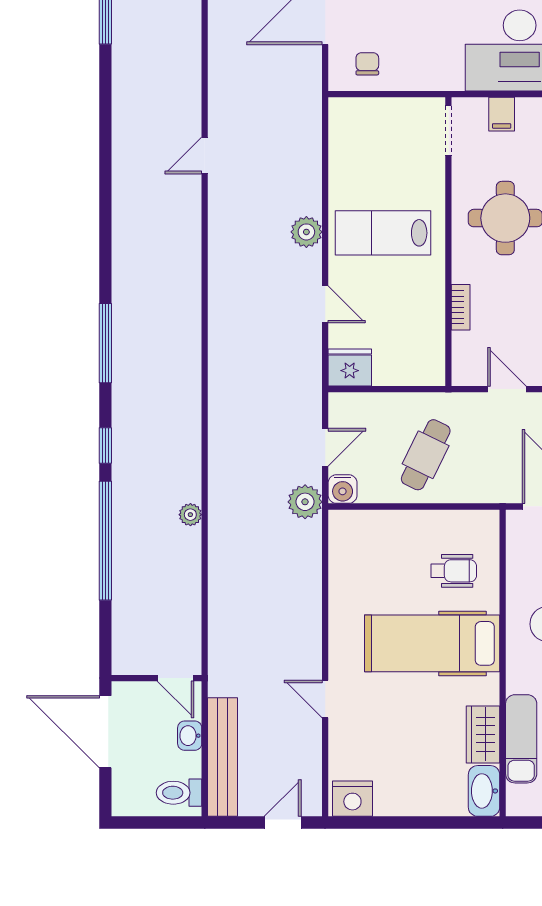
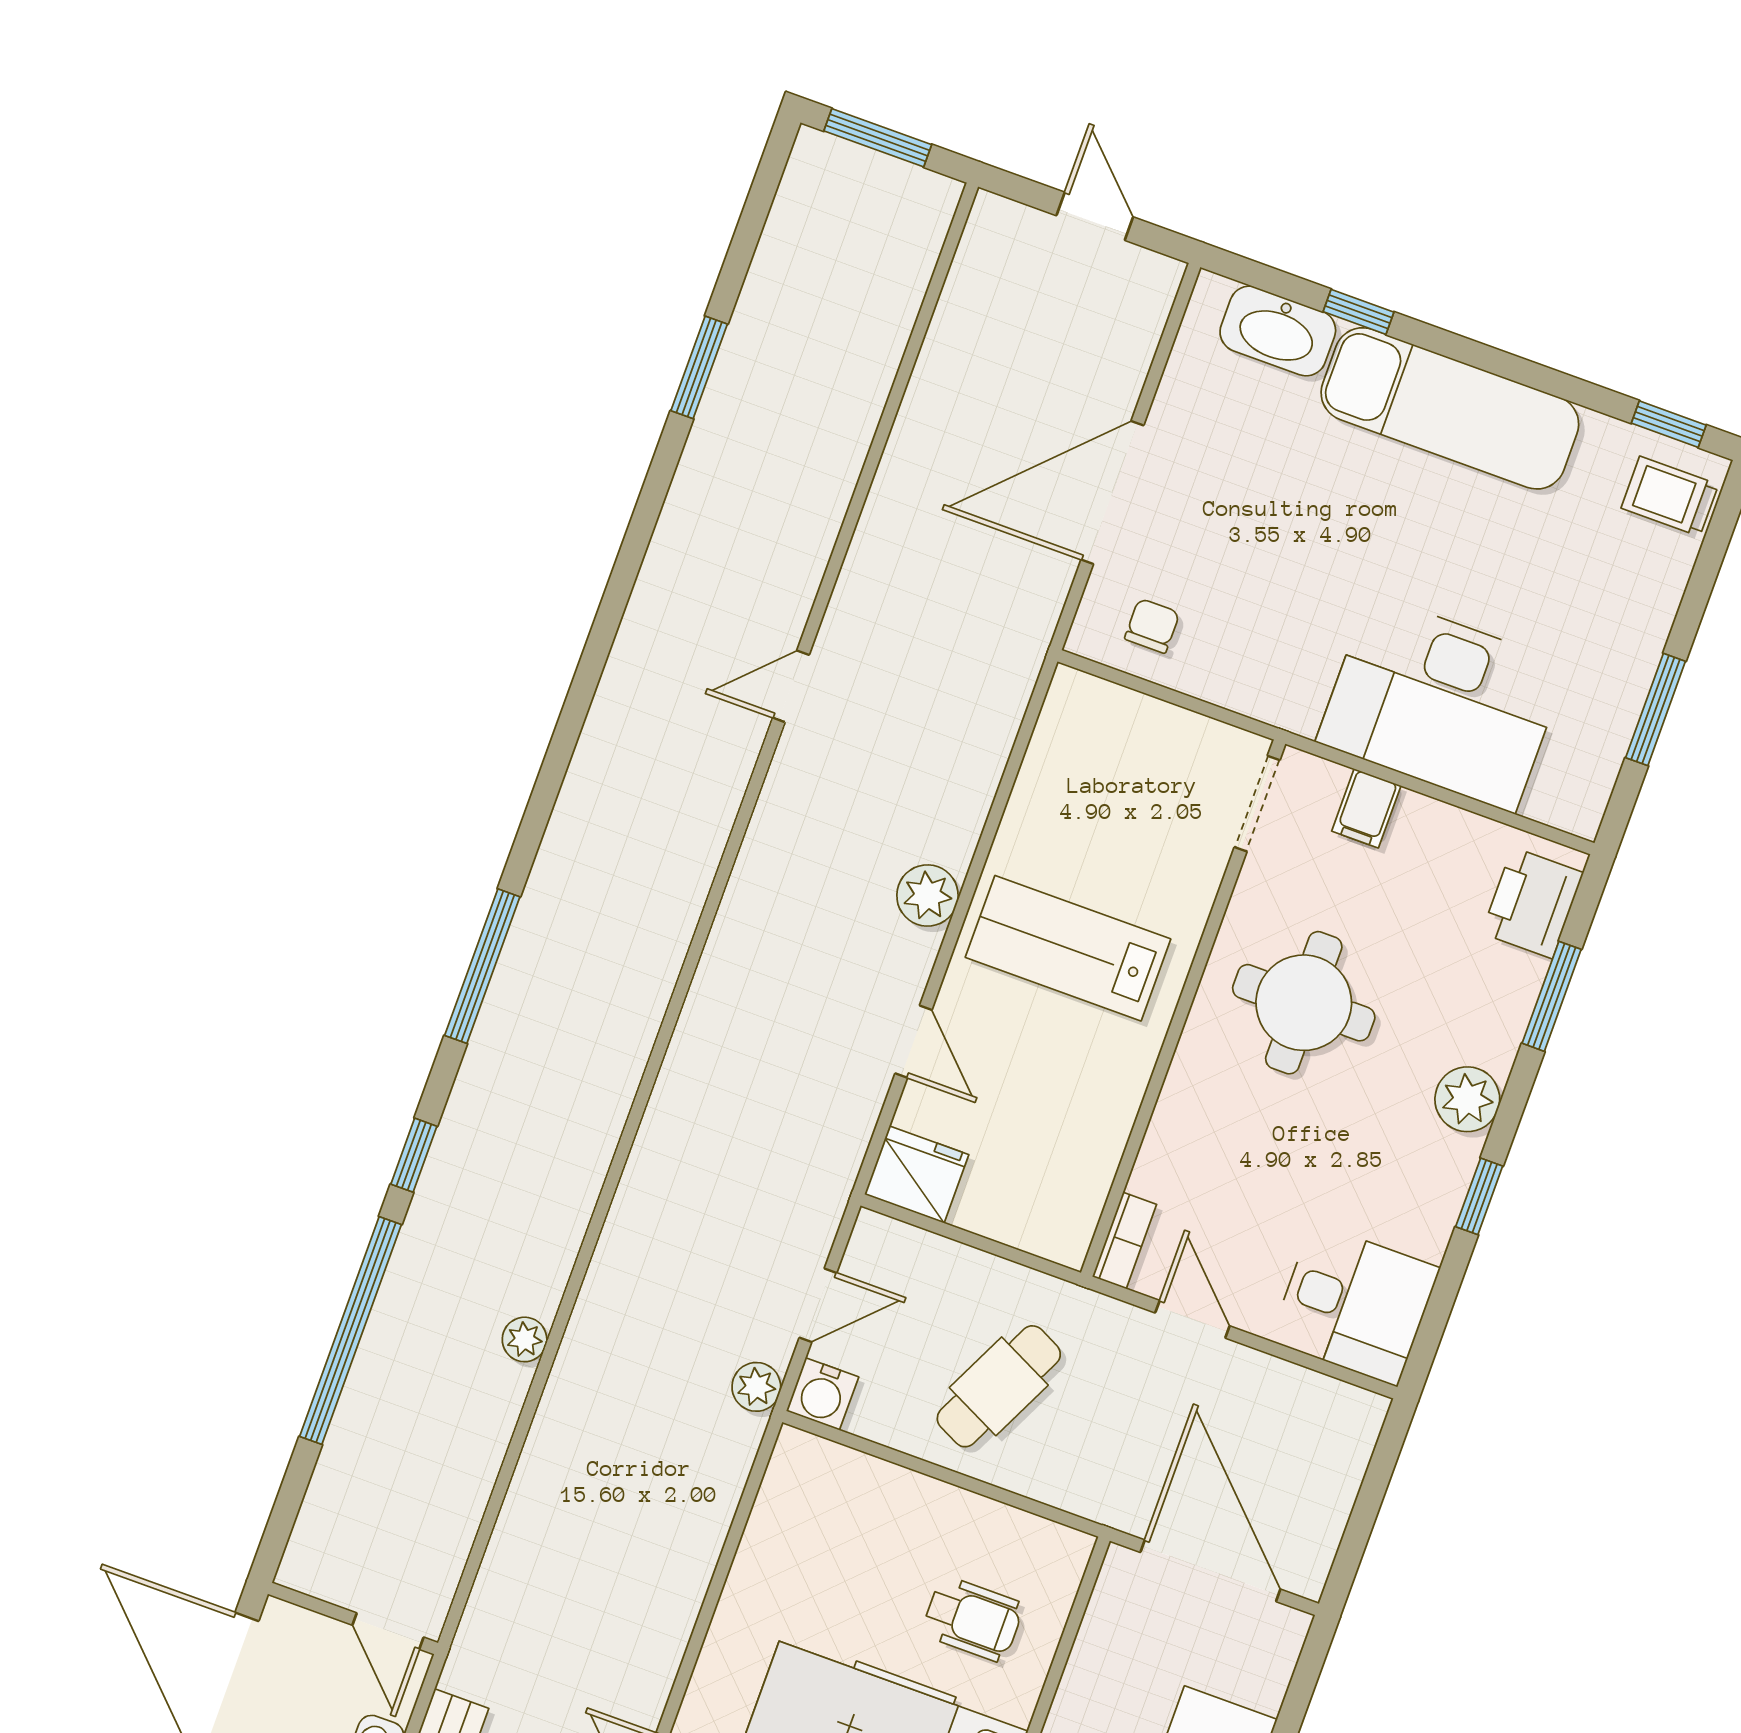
bookcase: (461, 307) -> (1124, 1241), moved
plant: (305, 502) -> (756, 1387), width x0.73, depth x0.73

